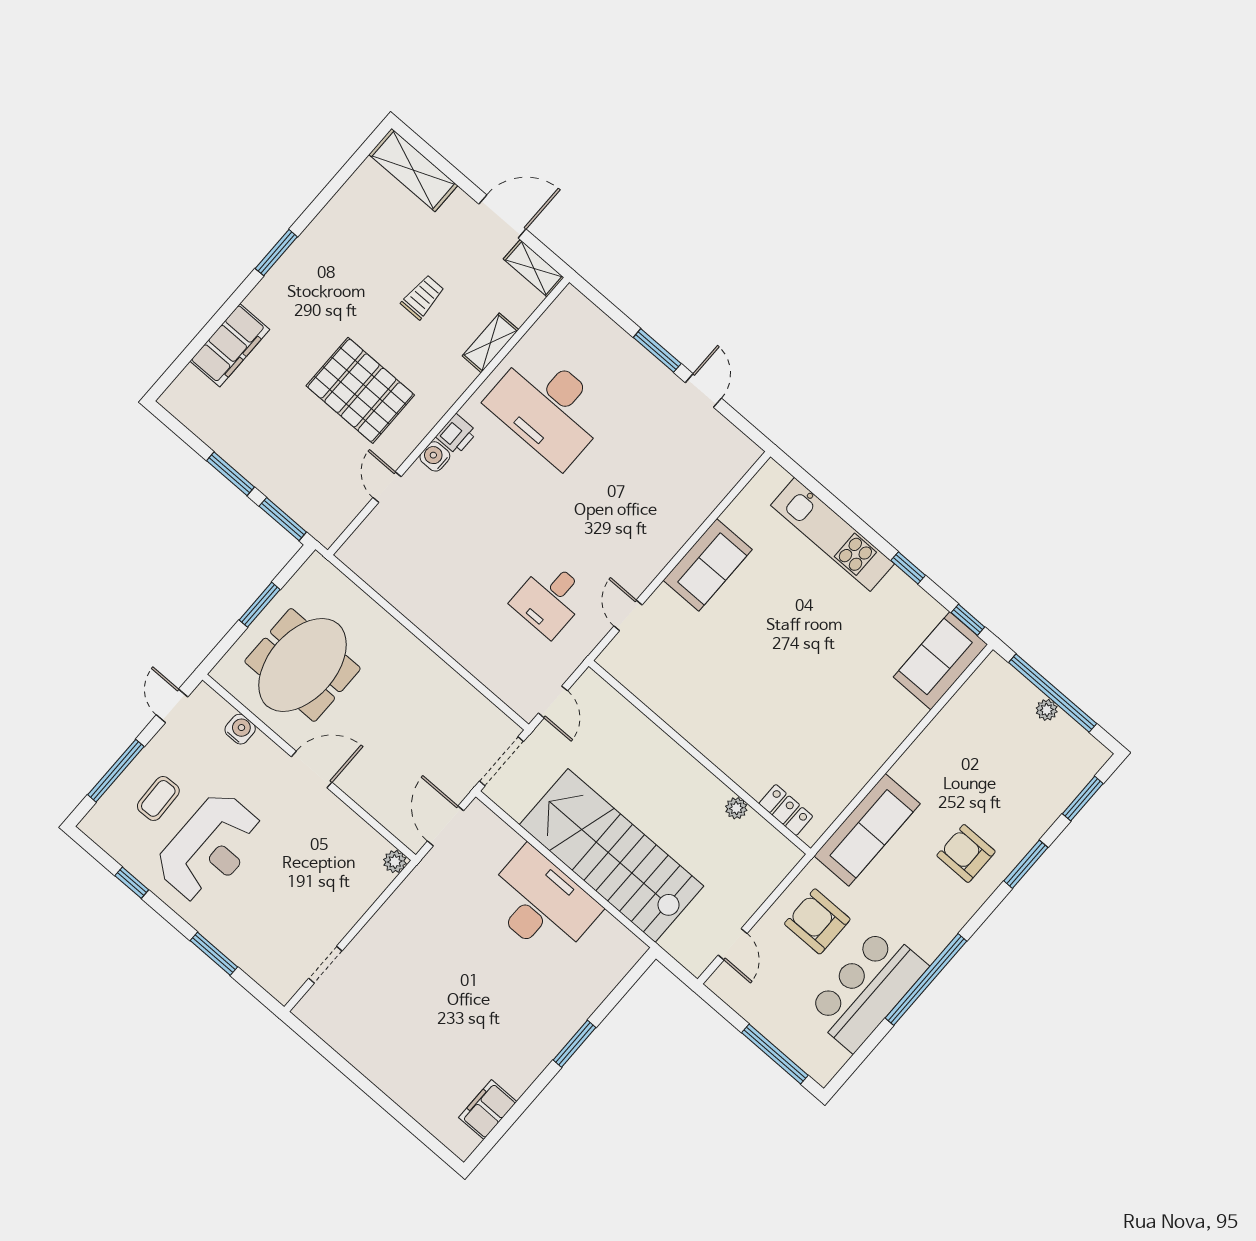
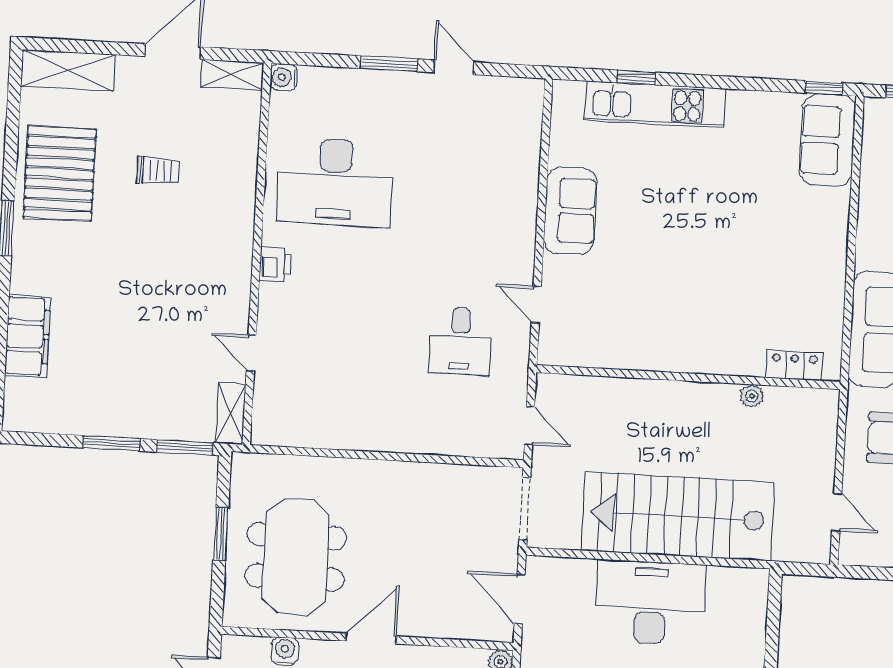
trolley: (423, 297) -> (158, 171), turned 90
shelving: (490, 343) -> (231, 414), moved
pallet: (360, 390) -> (60, 173), moved, turned 90
water cooler: (435, 456) -> (284, 77), moved
window: (908, 568) -> (636, 77), moved

